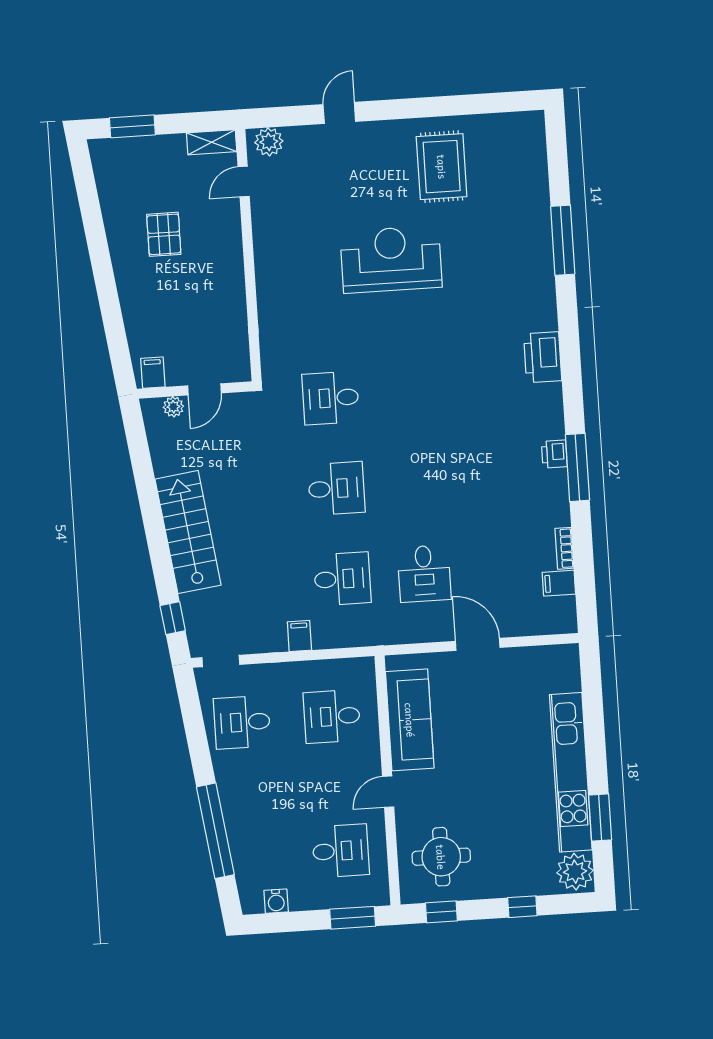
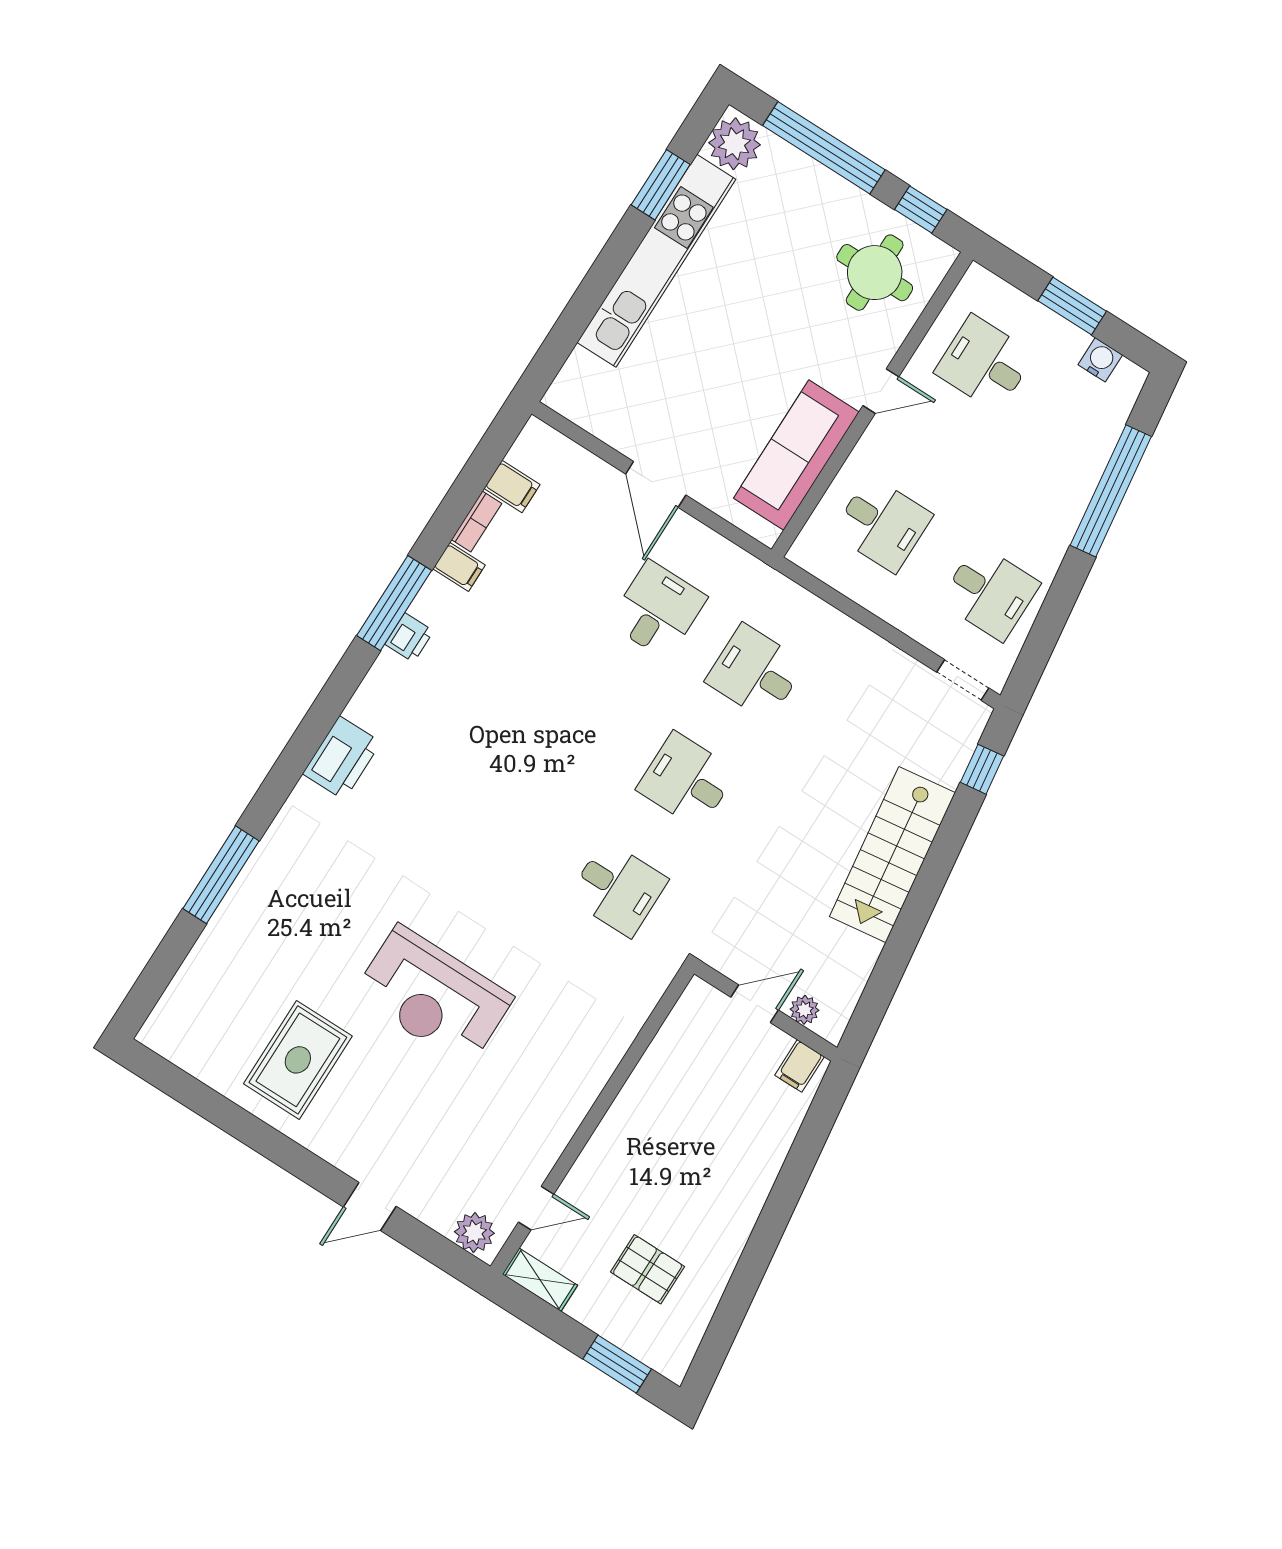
pallet: (164, 234) -> (648, 1269), moved, turned 90
filing cabinet: (299, 636) -> (459, 567), moved, turned -90
window: (522, 907) -> (824, 148), width x3.17
window: (353, 918) -> (1072, 306), moved

